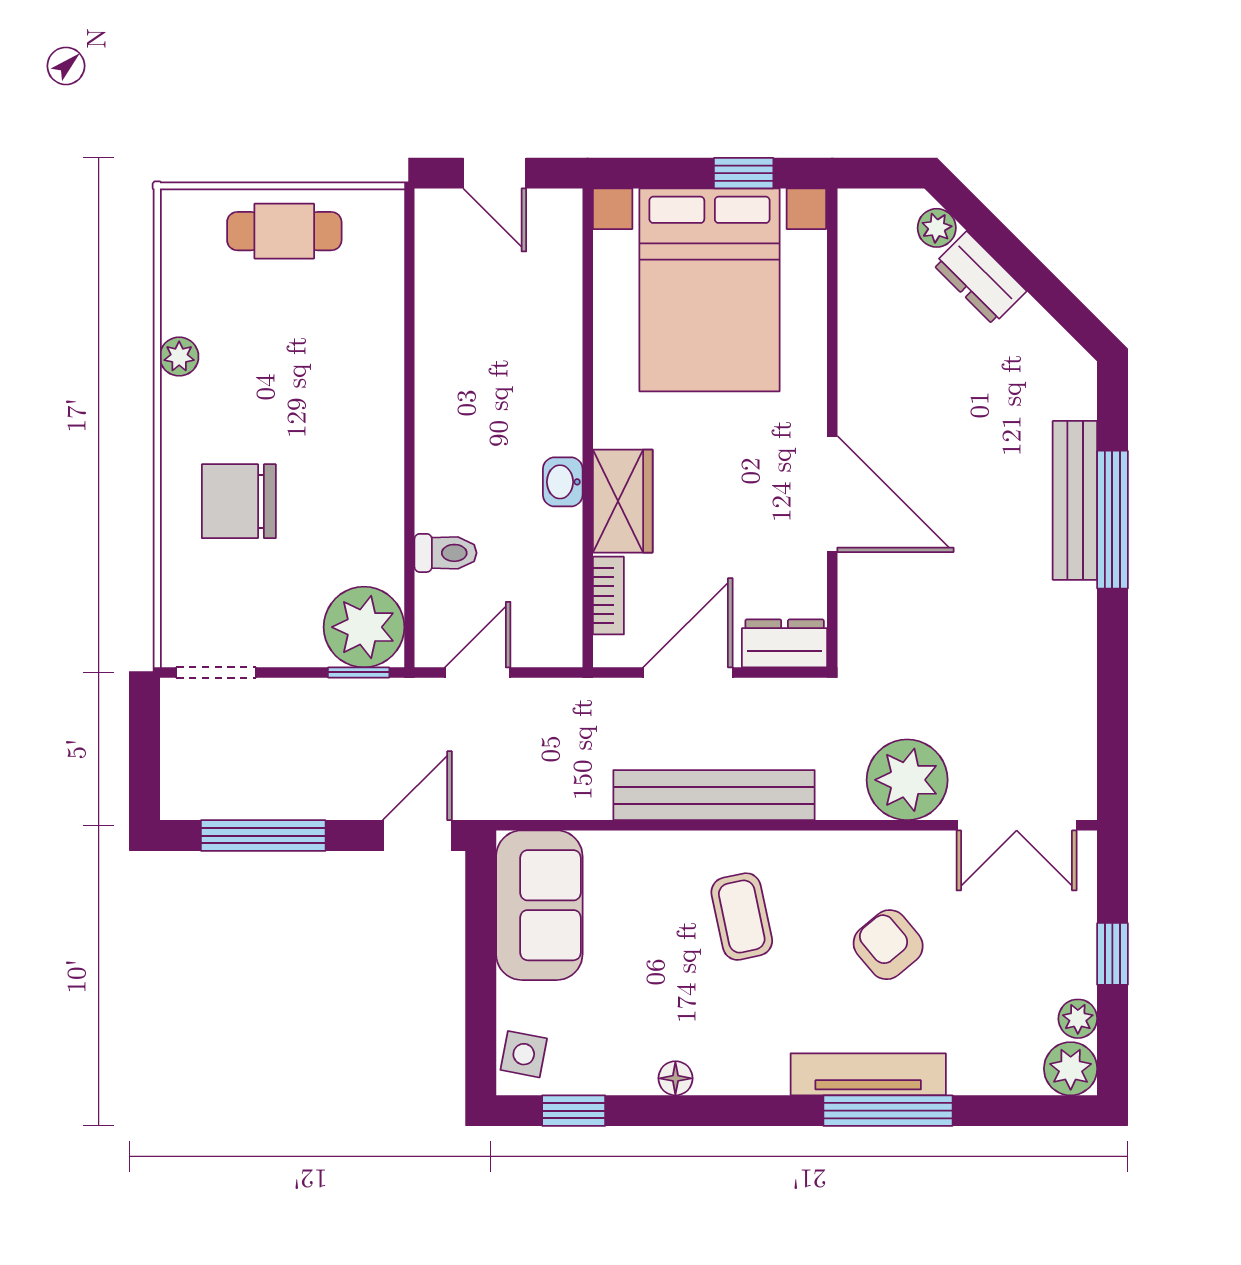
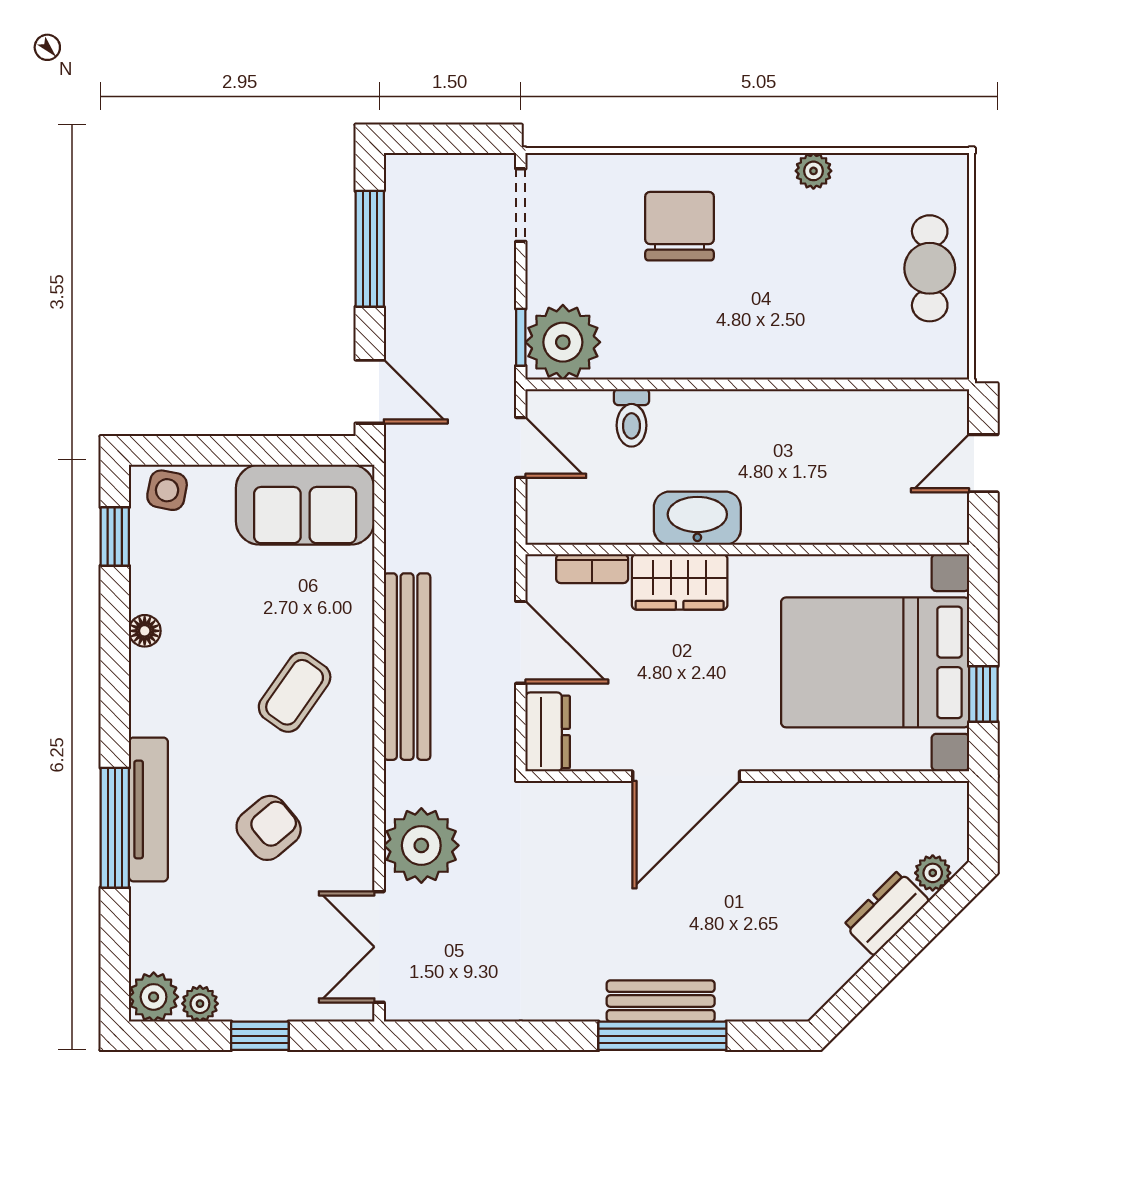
washbasin: (563, 482) -> (697, 518), width x1.91, depth x1.45
bench: (1075, 500) -> (661, 1001), width x0.73
coffee table: (742, 917) -> (295, 692), turned -43

